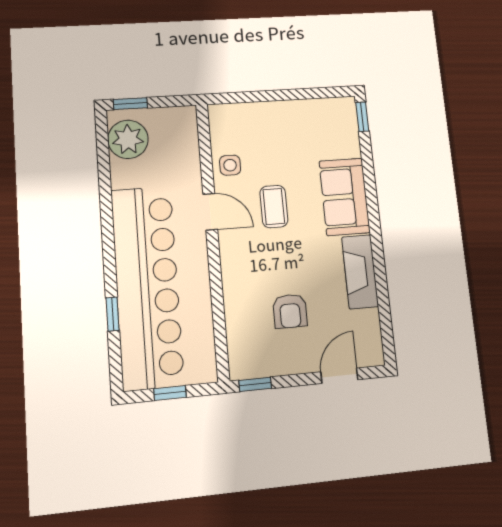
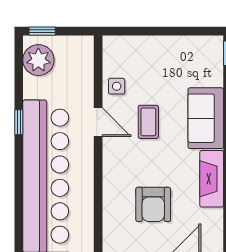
armchair: (290, 311) -> (153, 204), width x1.38, depth x1.38
window: (113, 314) -> (19, 122), moved

